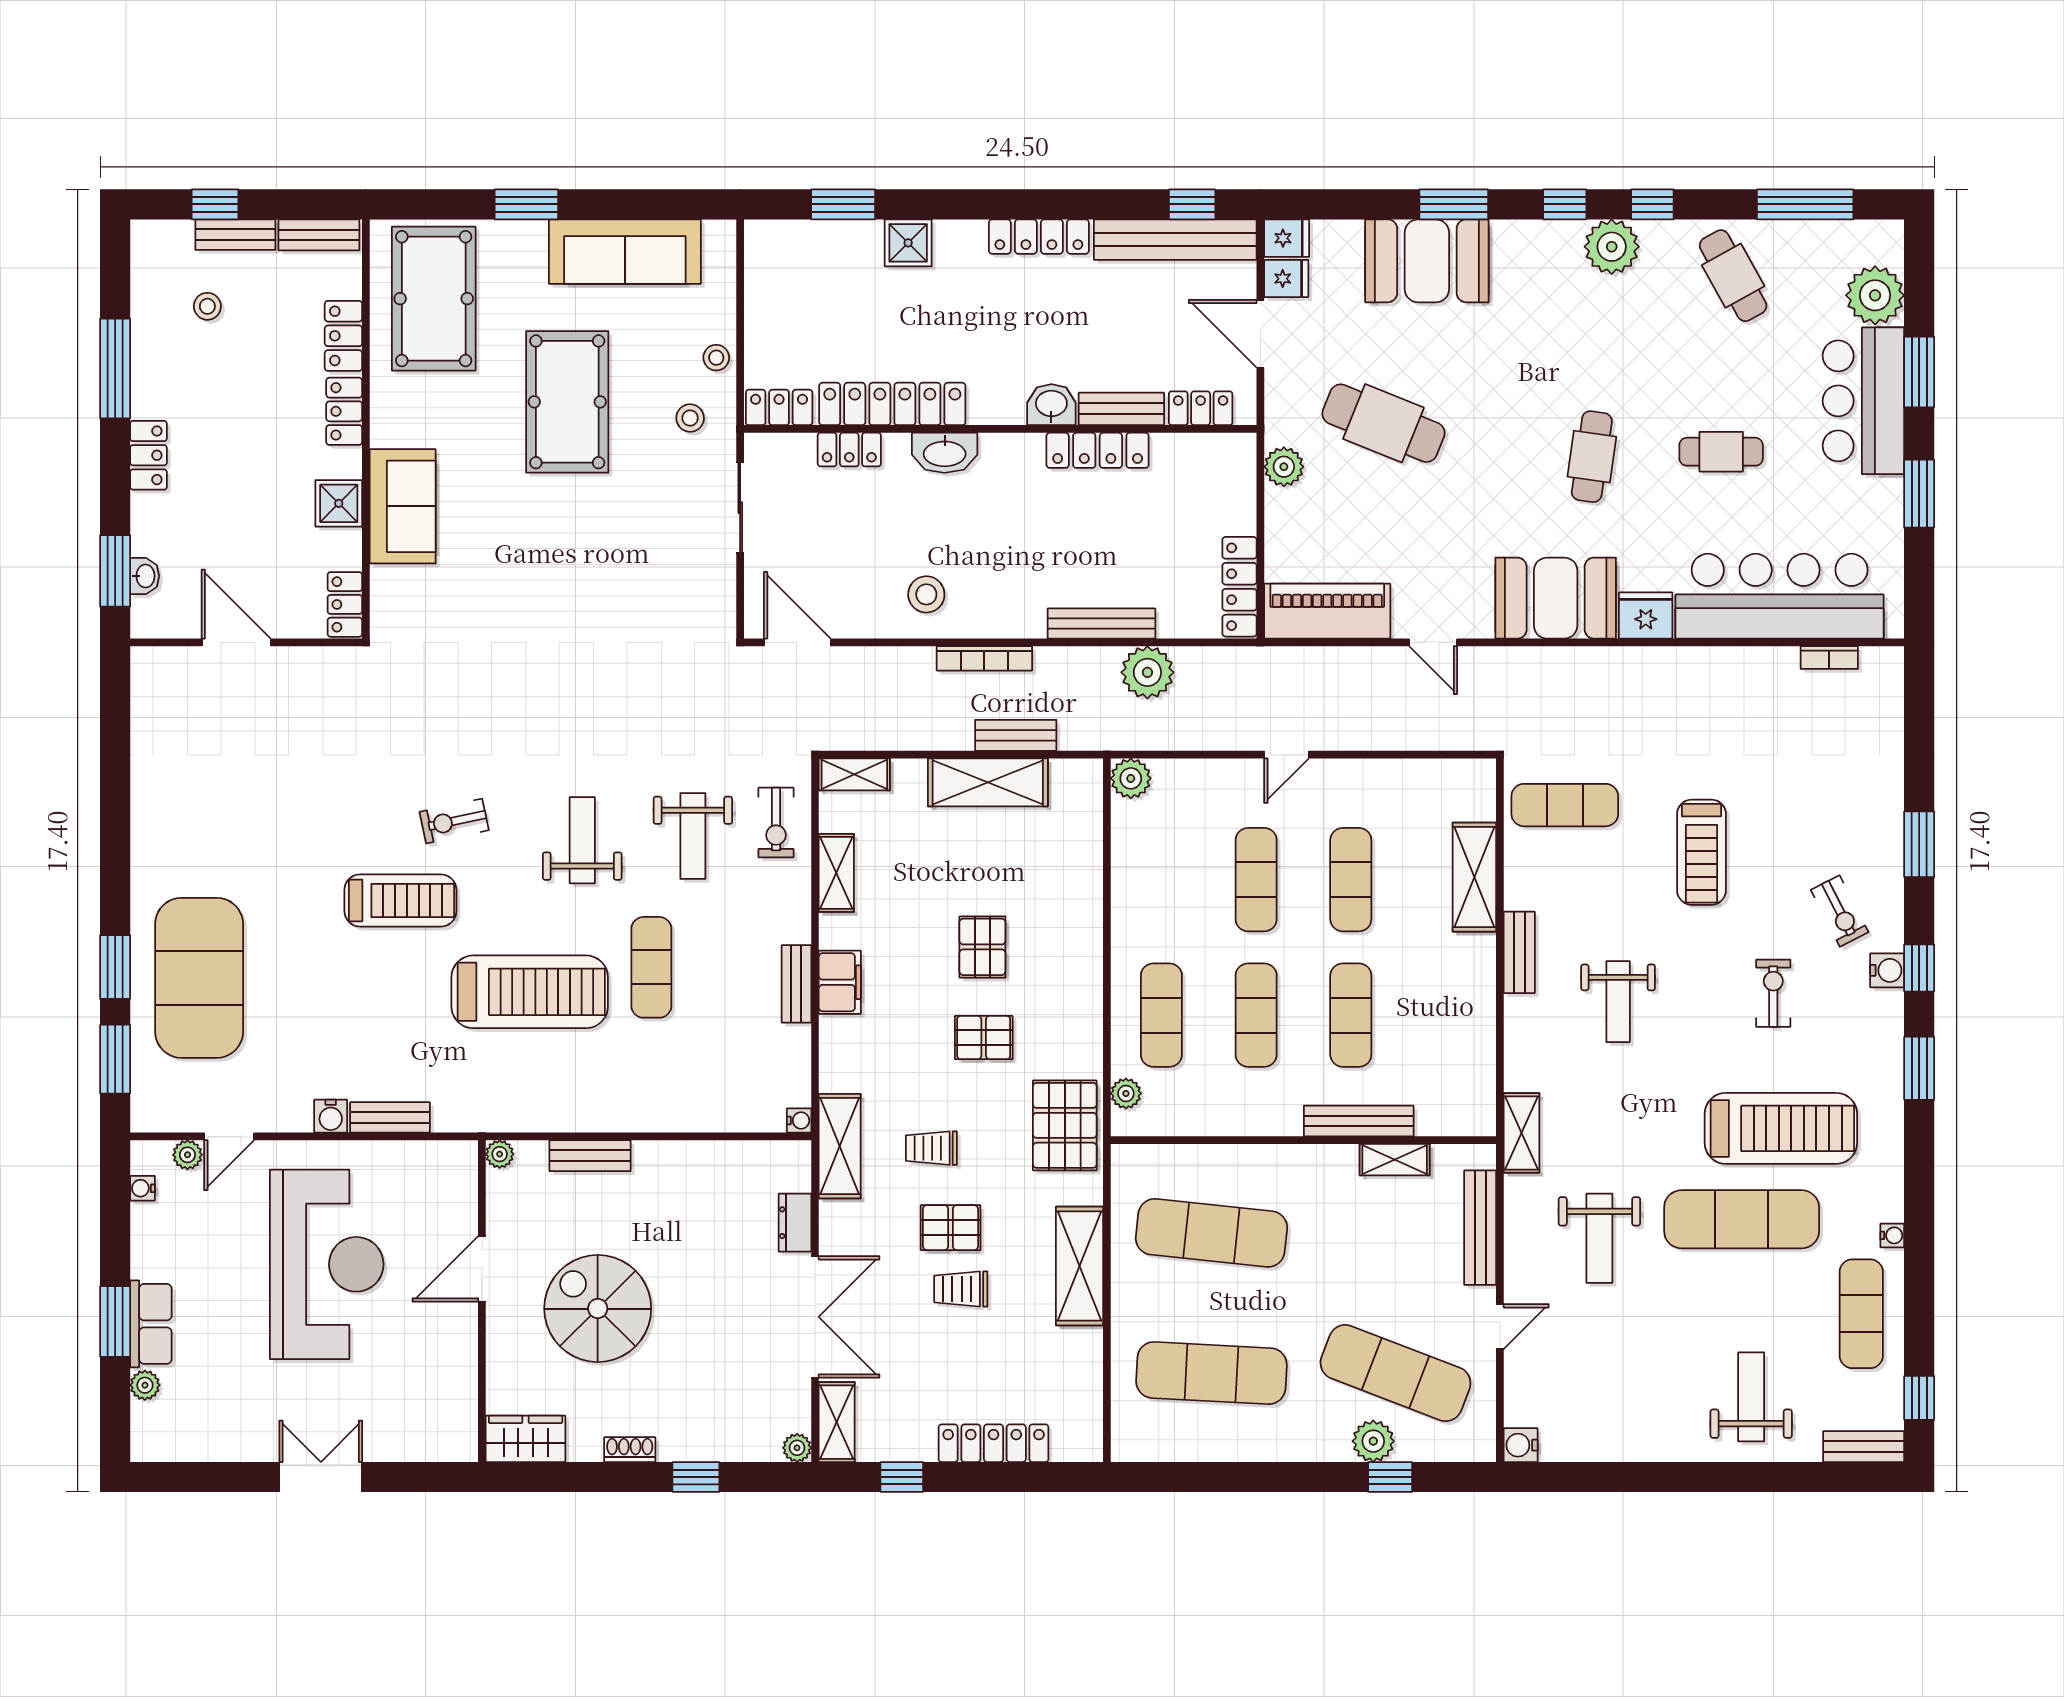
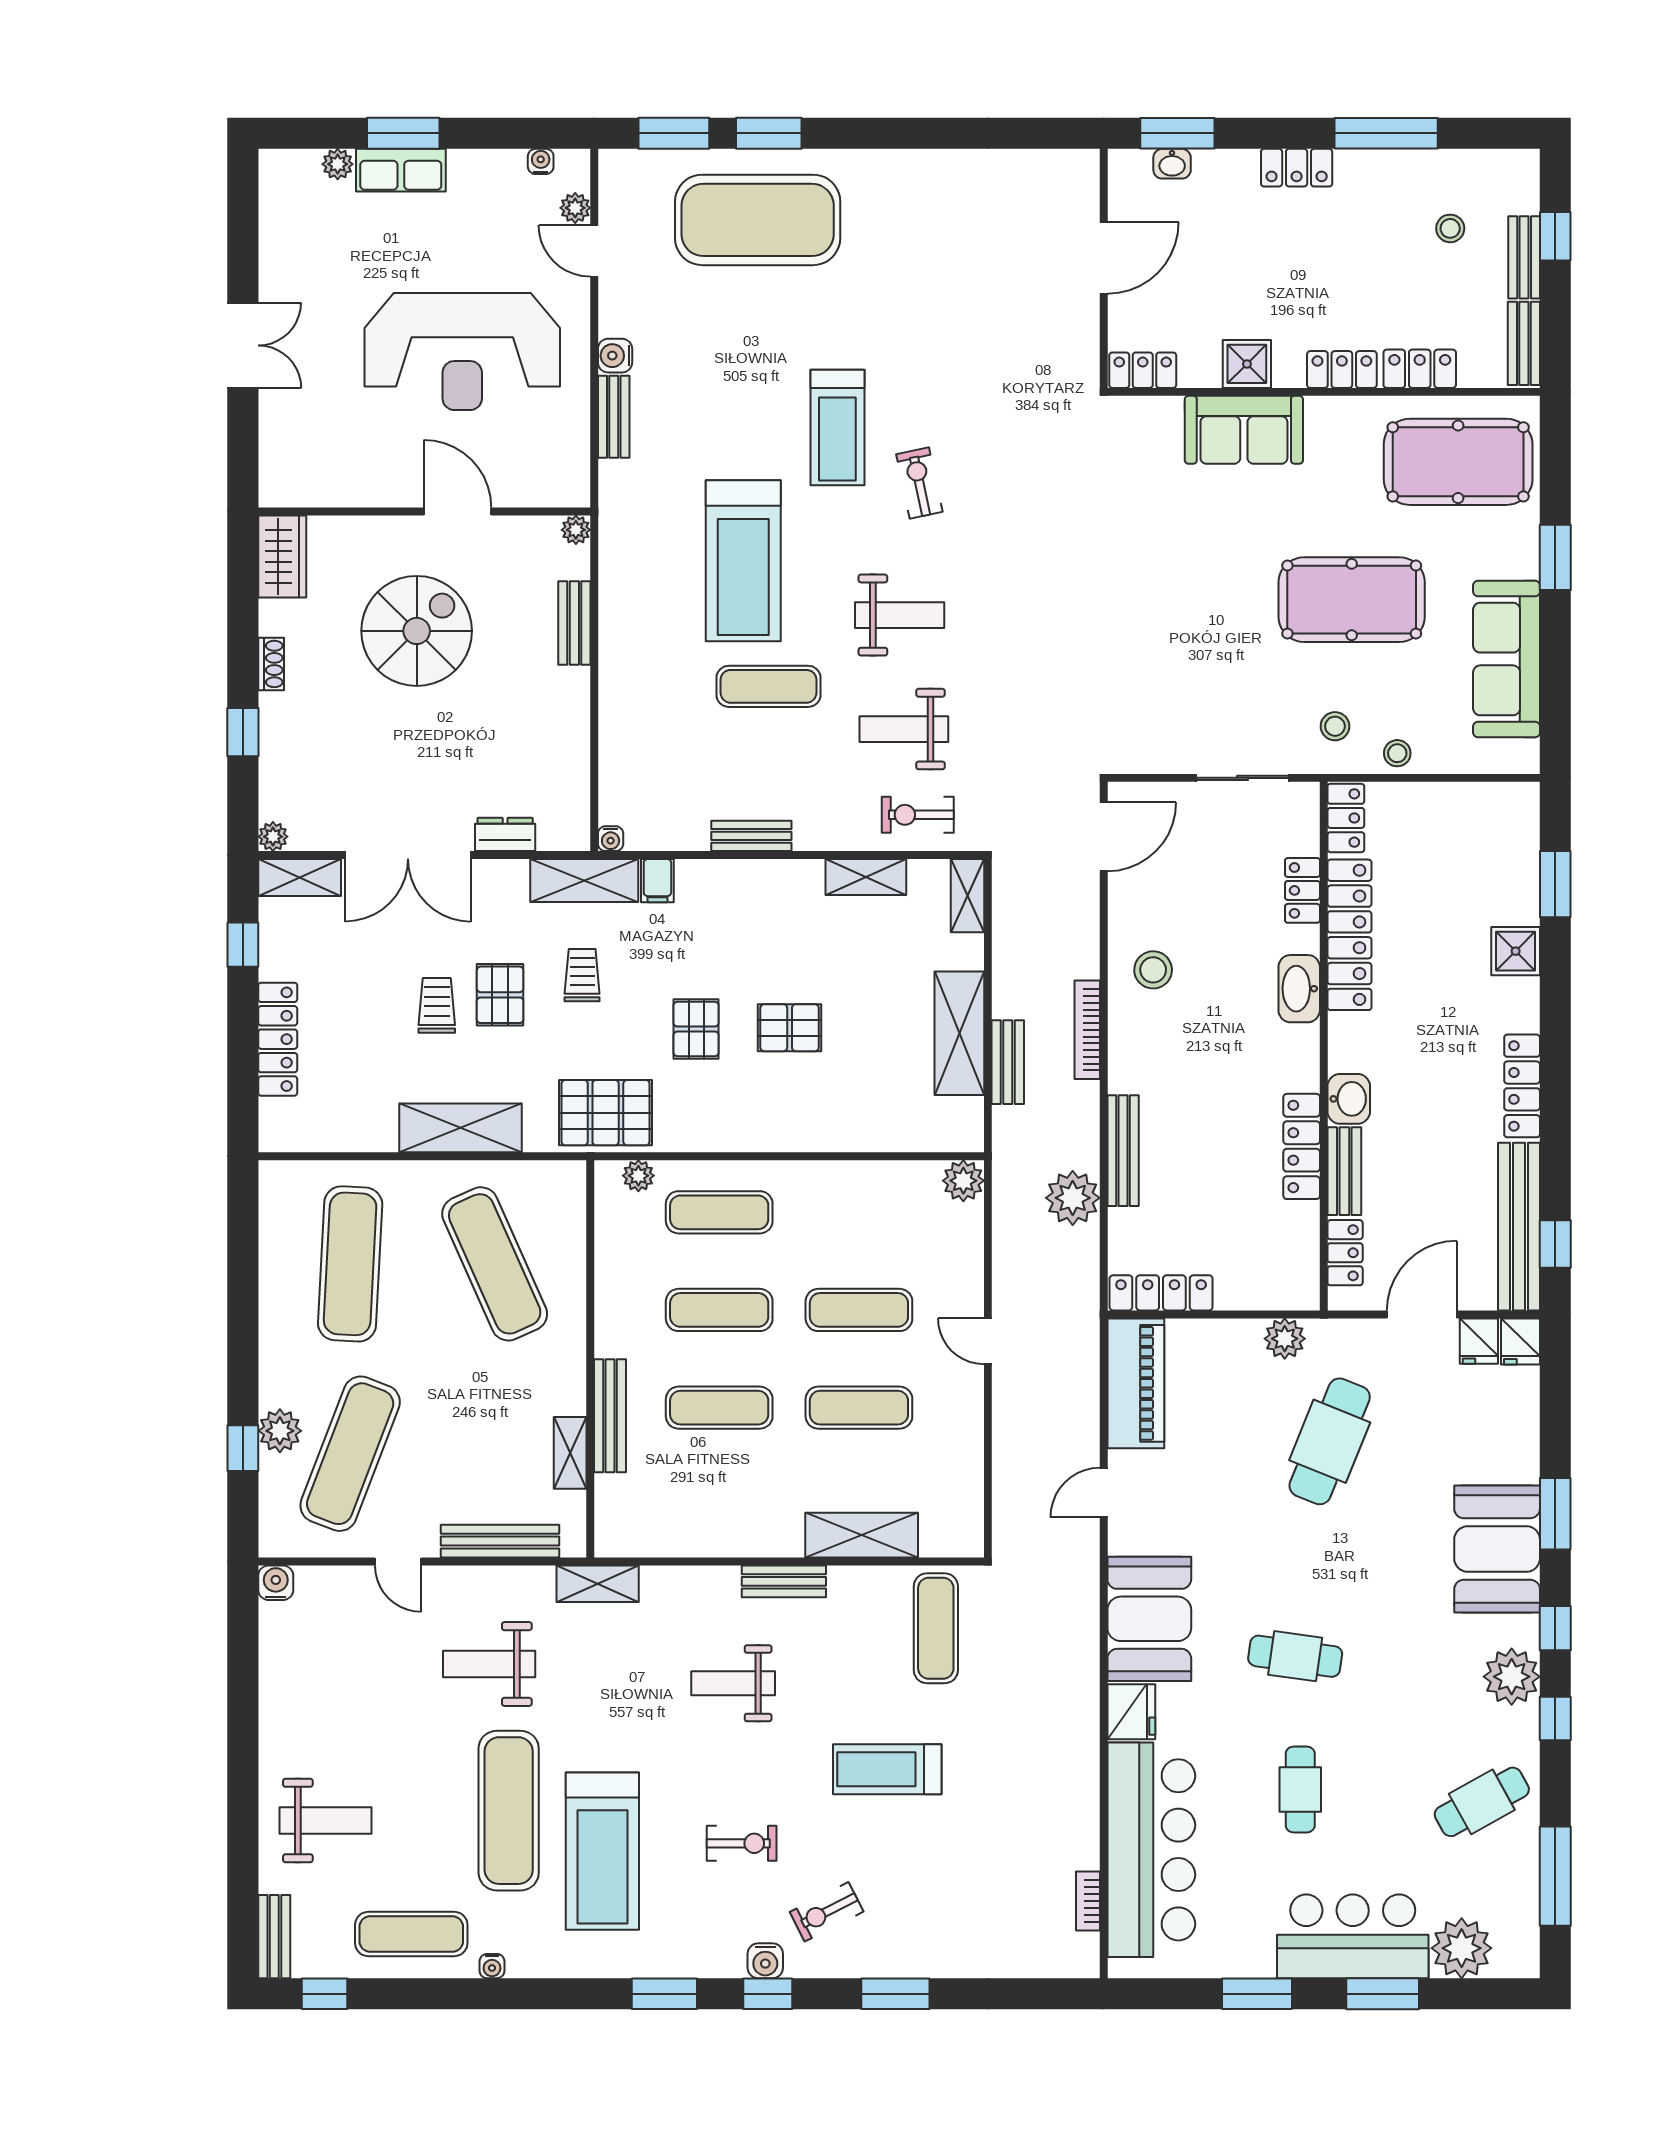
booth: (1427, 261) -> (1497, 1549), moved
filing cabinet: (840, 982) -> (657, 881), moved, width x0.50
exercise mat: (1211, 1233) -> (495, 1264), turned -30

